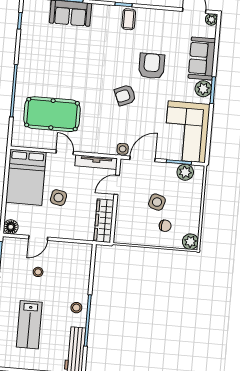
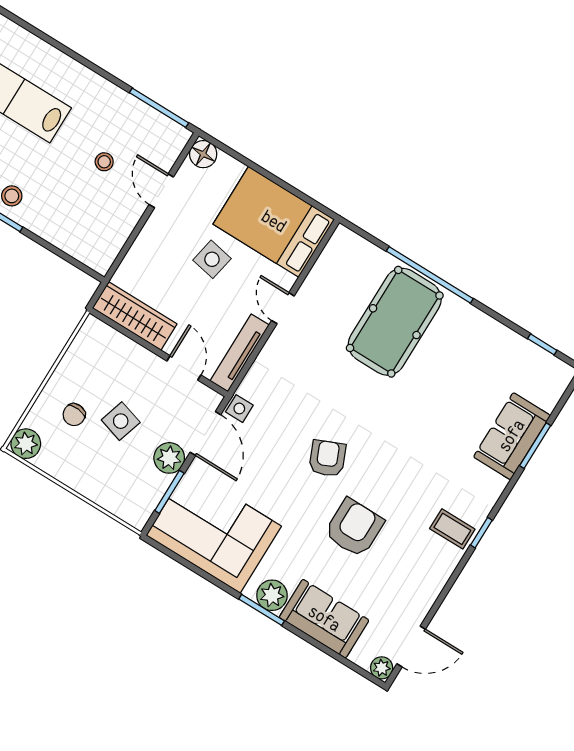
armchair: (152, 66) -> (354, 528), turned -90
pool table: (52, 114) -> (395, 322), moved
door: (65, 152) -> (283, 308), swing flipped
plant: (185, 172) -> (169, 458), moved

